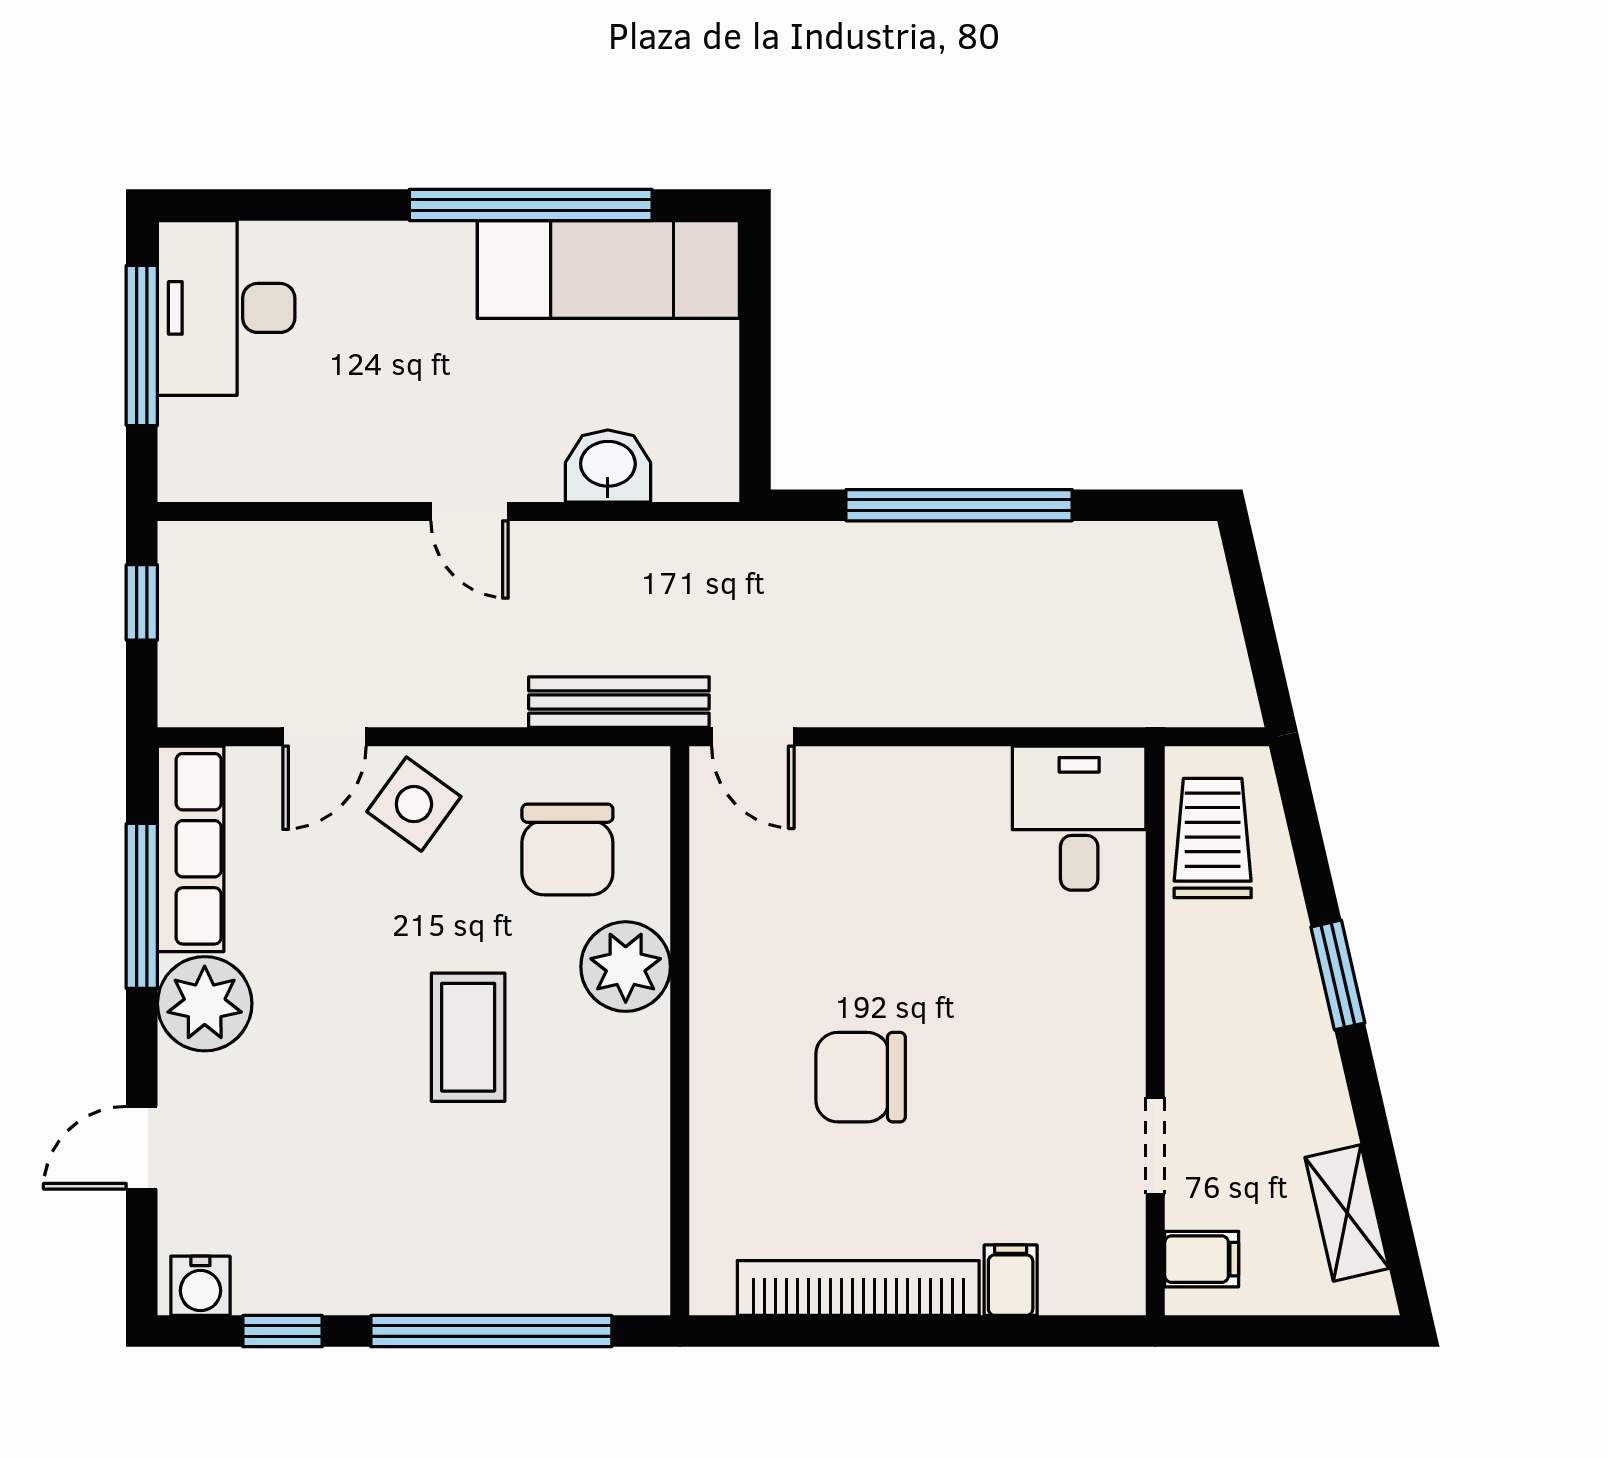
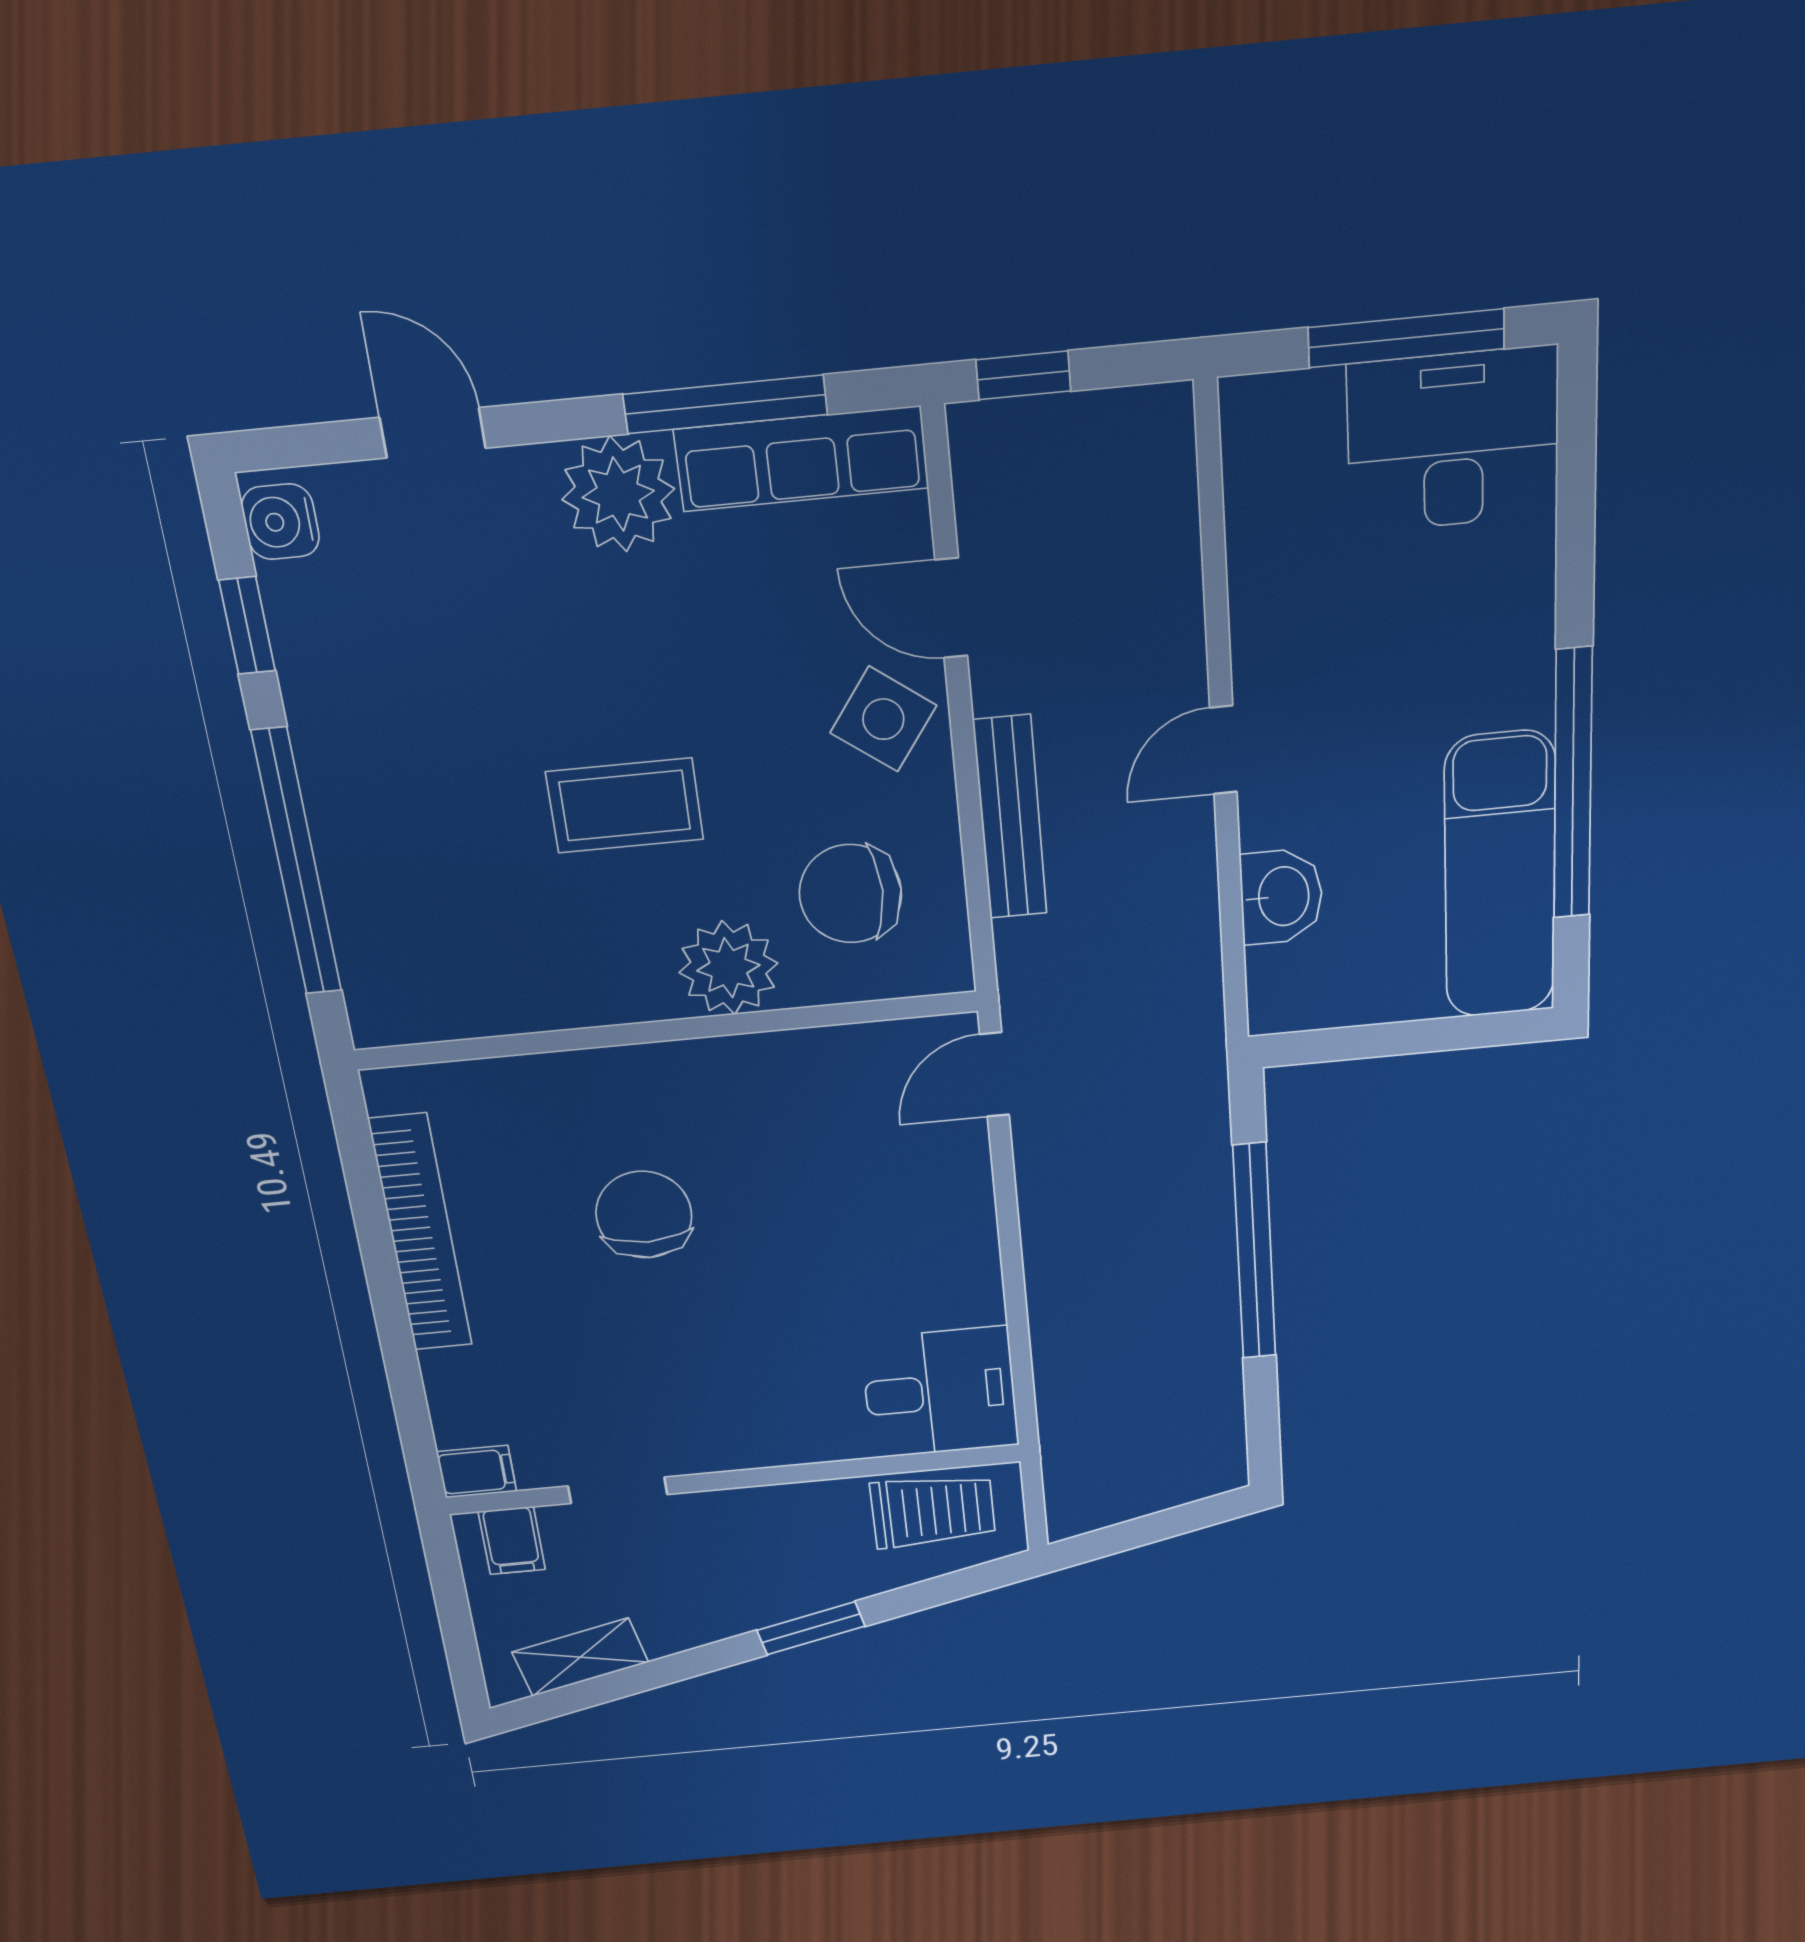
window: (142, 602) -> (1023, 375), moved
bench: (619, 702) -> (1010, 818), moved
filing cabinet: (1011, 1280) -> (477, 1472), moved

